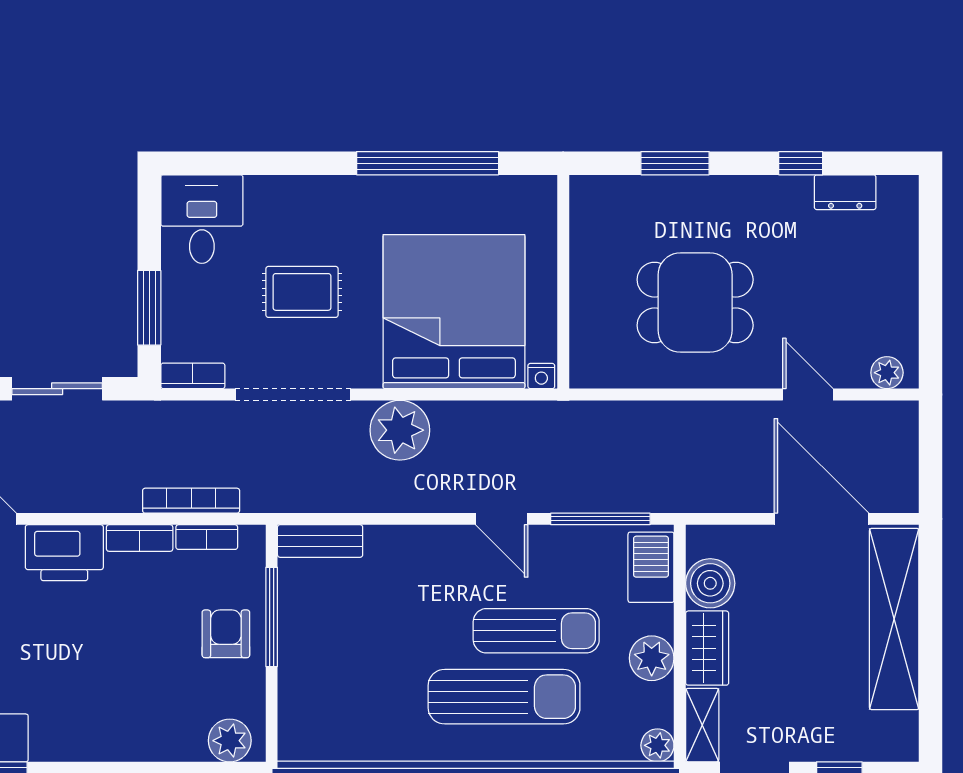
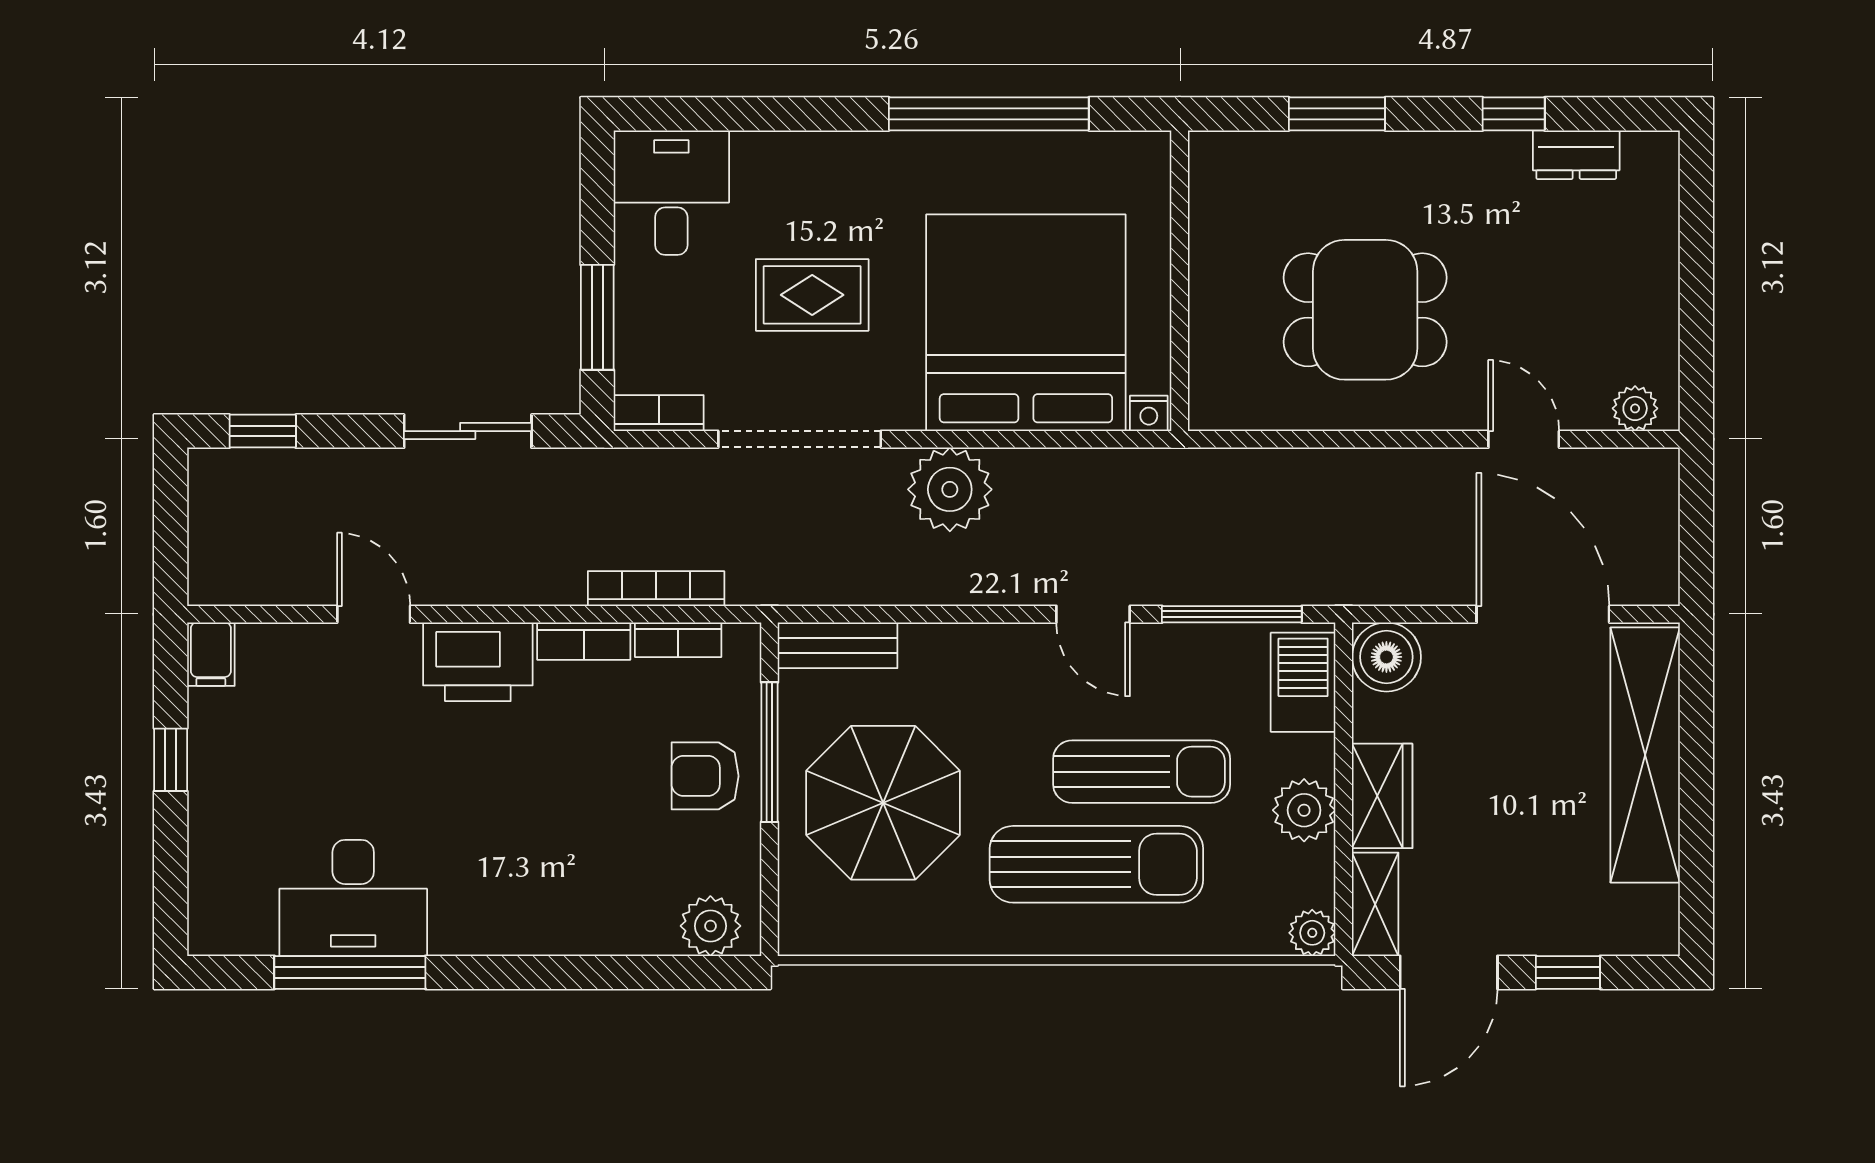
boiler: (710, 583) -> (1386, 657), moved
armchair: (226, 634) -> (705, 776), turned -90
parasol: (352, 653) -> (883, 803), added

